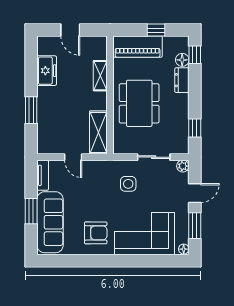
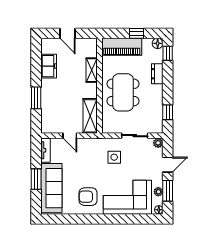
floor lamp: (182, 60) -> (158, 43), moved
plant: (183, 227) -> (158, 192), added
armchair: (96, 233) -> (88, 197), turned 180

